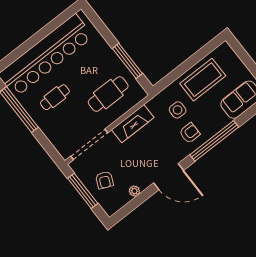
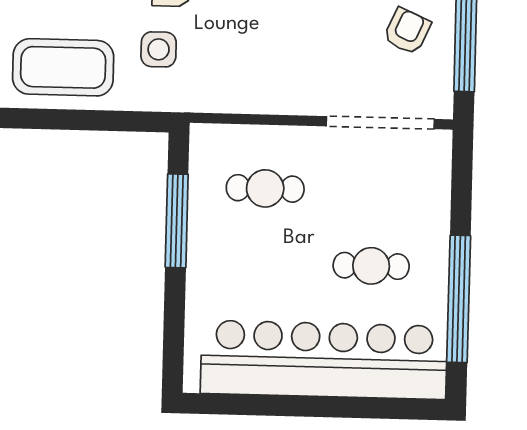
cafe table: (108, 94) -> (265, 188), width x0.73, depth x0.74
fireplace: (133, 124) -> (265, 94), removed

